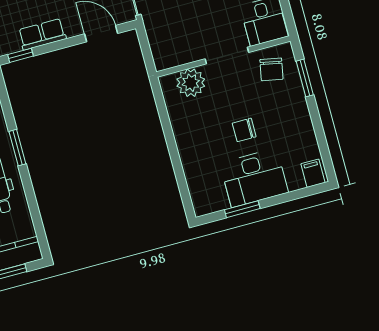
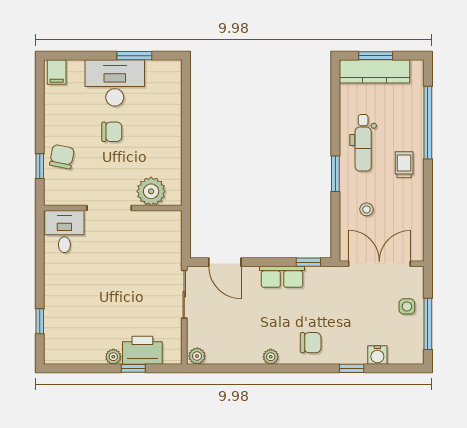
chair: (271, 69) -> (62, 157), moved
window: (305, 78) -> (40, 166), width x0.67

